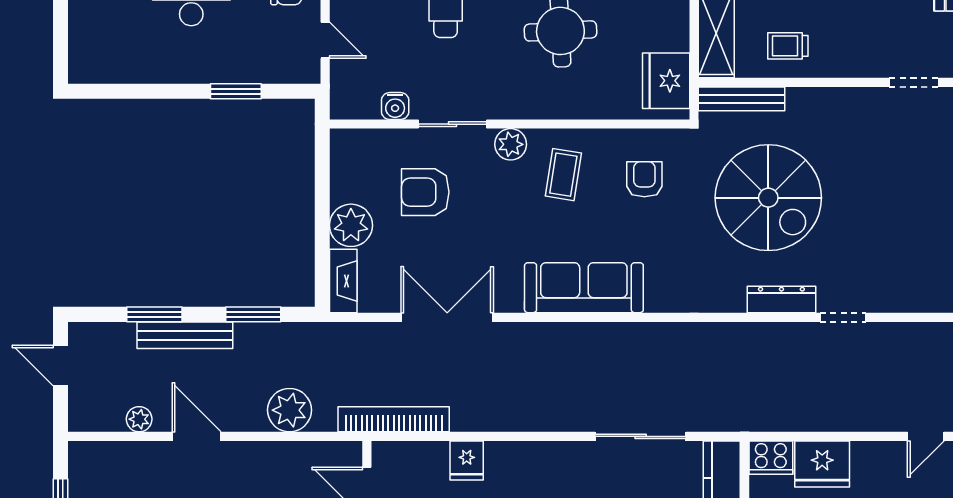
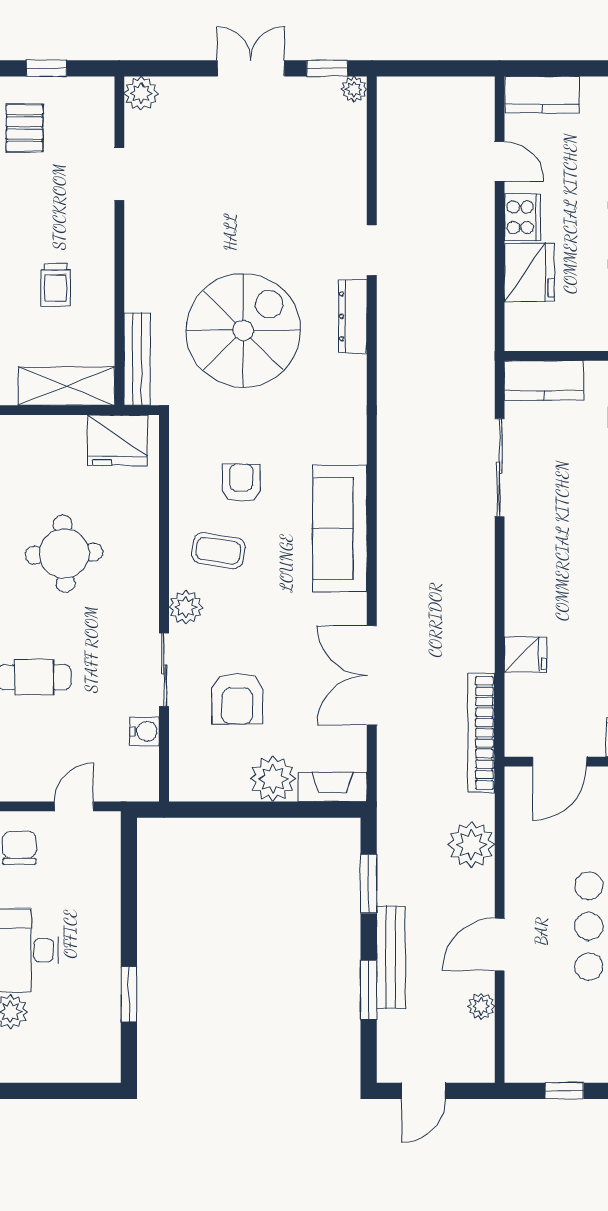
trolley: (788, 46) -> (56, 285), moved
window: (236, 91) -> (129, 994), moved
armchair: (644, 179) -> (241, 483), moved, turned 90
cooker: (771, 458) -> (522, 217), moved

